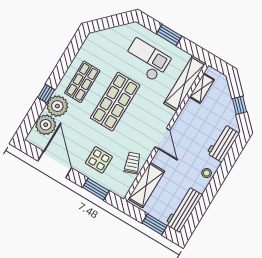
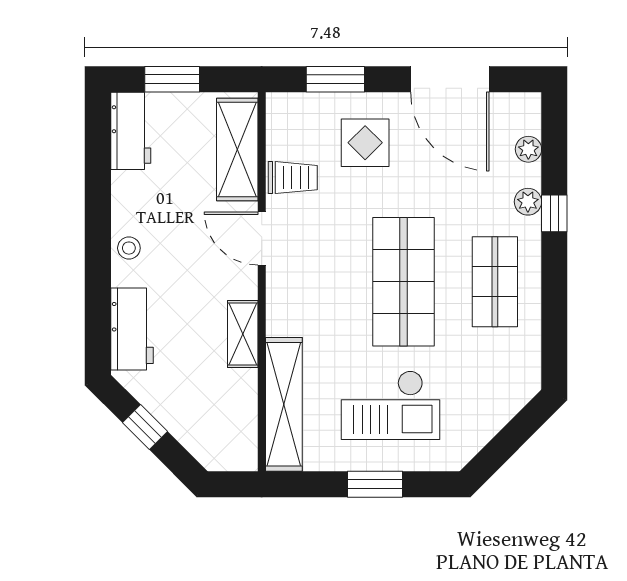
shelving: (202, 88) -> (243, 334), moved
plant: (57, 106) -> (528, 202), width x0.53, depth x0.53
plant: (46, 125) -> (528, 149), width x0.53, depth x0.53
door: (162, 138) -> (262, 238), moved
trolley: (132, 163) -> (293, 178), turned -70
workbench: (184, 210) -> (131, 131), width x0.73

